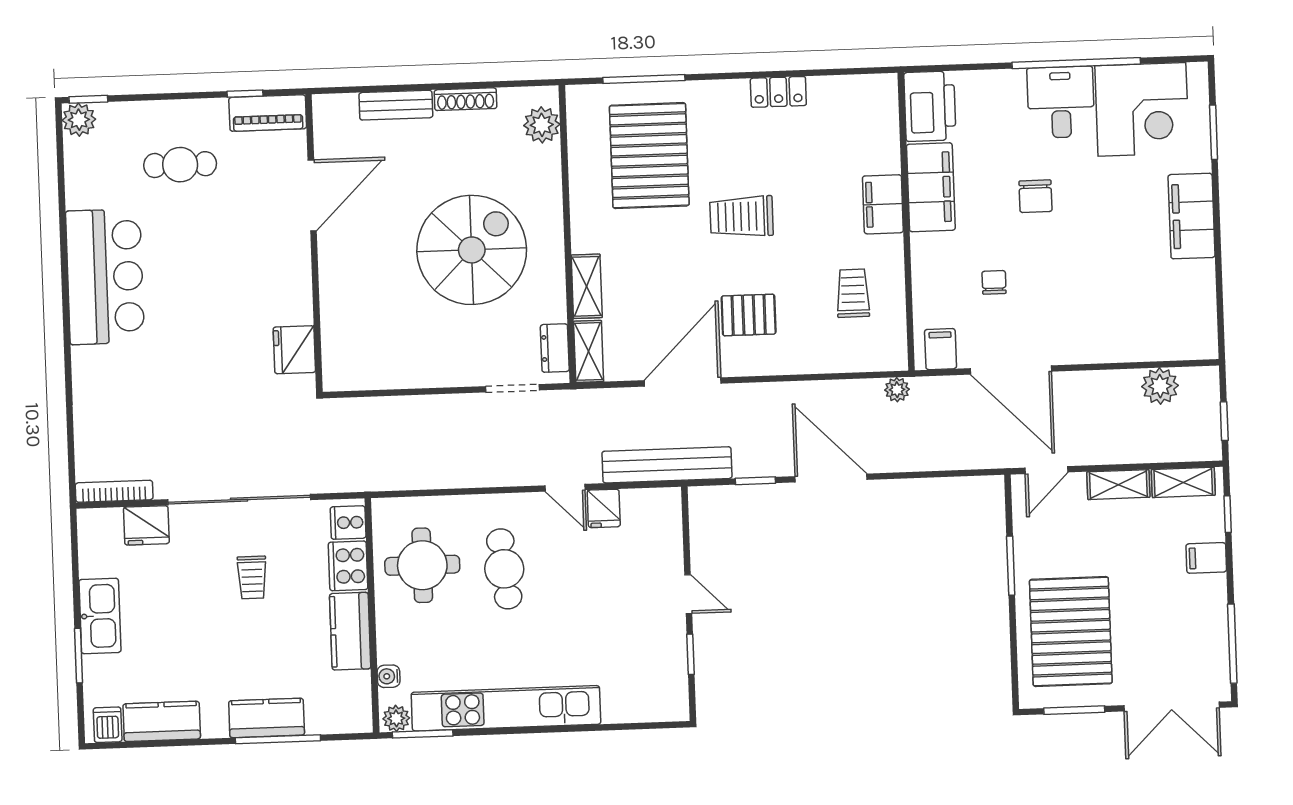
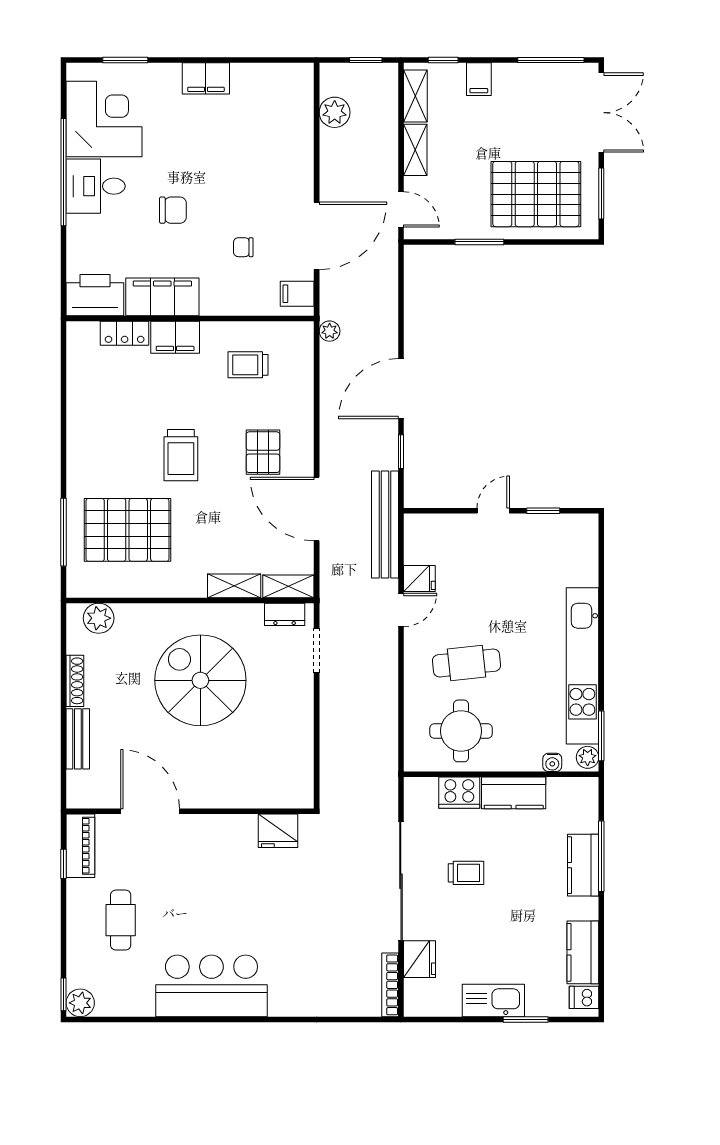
locker: (778, 92) -> (125, 333), moved, turned 90
filing cabinet: (1192, 216) -> (206, 78), width x0.67, depth x0.86
cooker: (348, 522) -> (423, 791), removed

